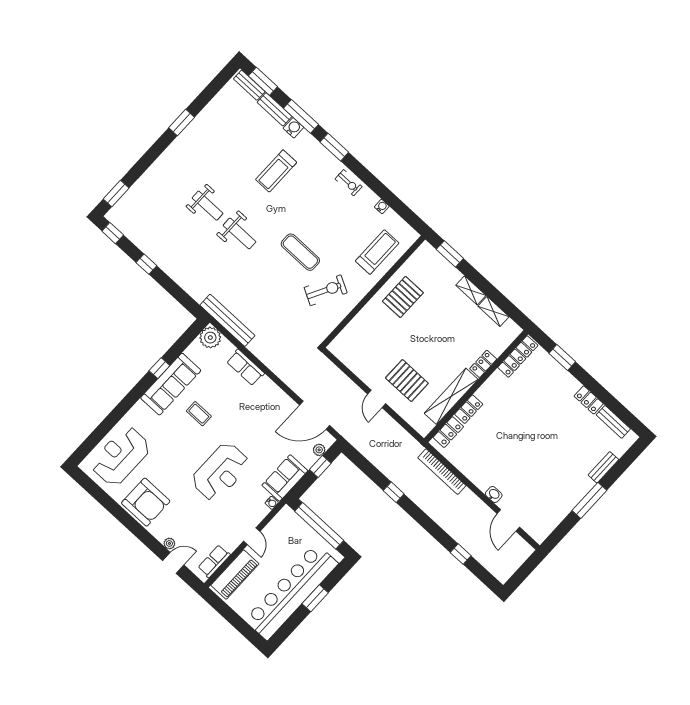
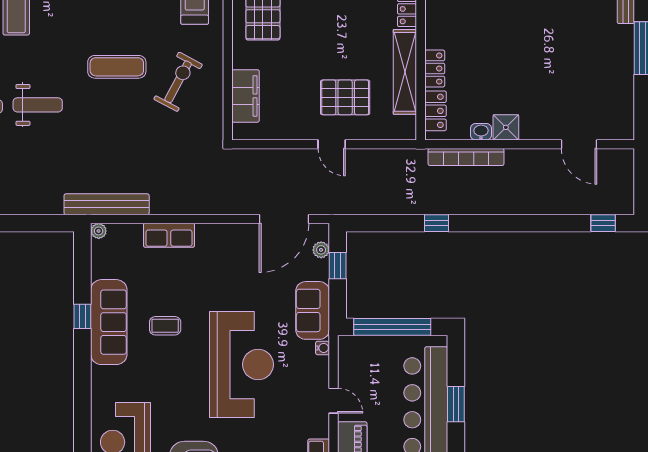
filing cabinet: (355, 331) -> (245, 96), added
plant: (210, 338) -> (99, 231), width x0.53, depth x0.53
reception desk: (220, 472) -> (241, 365), width x1.36, depth x1.30
shower: (478, 475) -> (506, 127), added
washbasin: (494, 495) -> (481, 132), moved
window: (461, 554) -> (603, 223), moved

